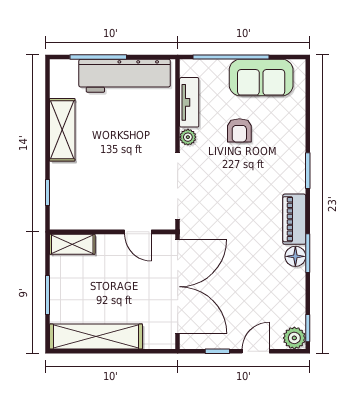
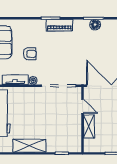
piano: (294, 219) -> (59, 25), moved
door: (138, 232) -> (82, 106), hinge flipped
shelving: (72, 244) -> (89, 126), moved

